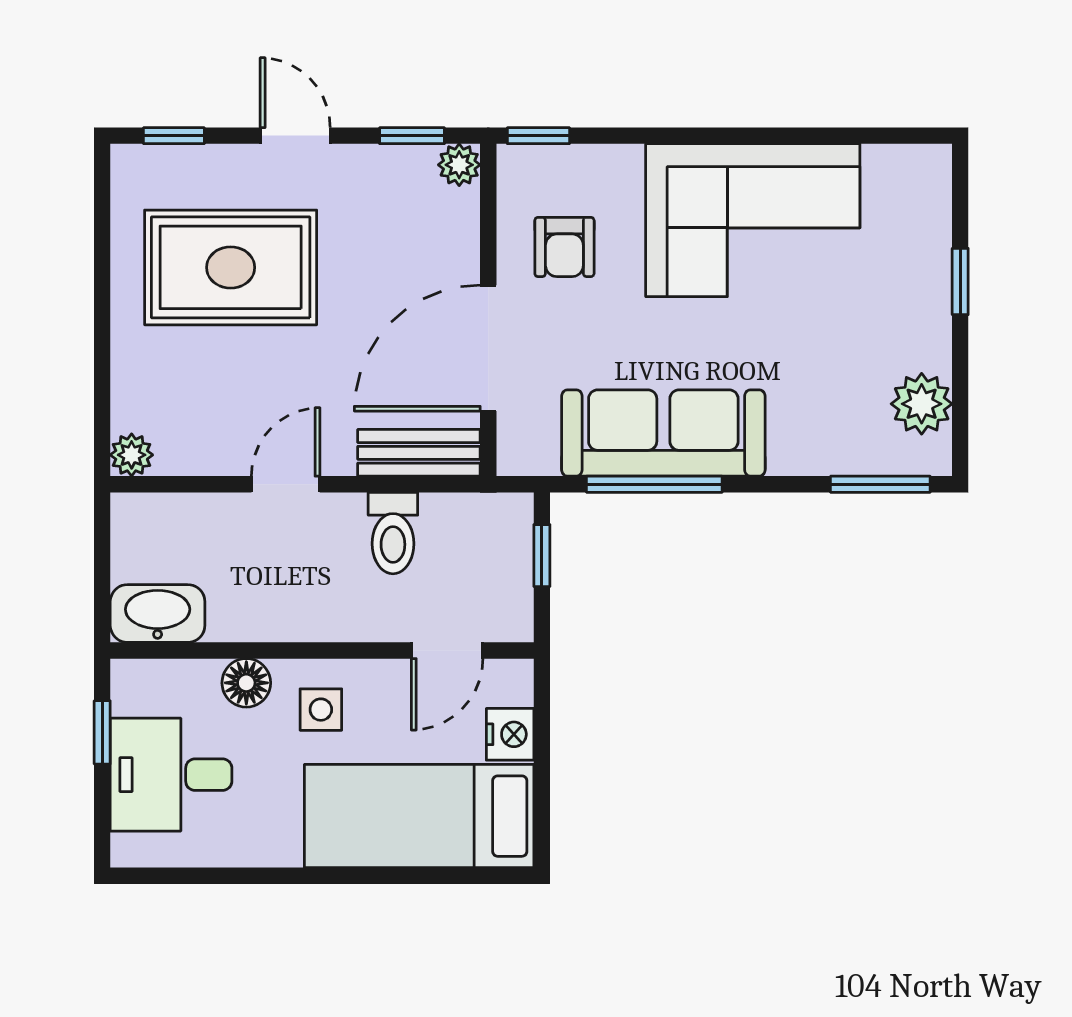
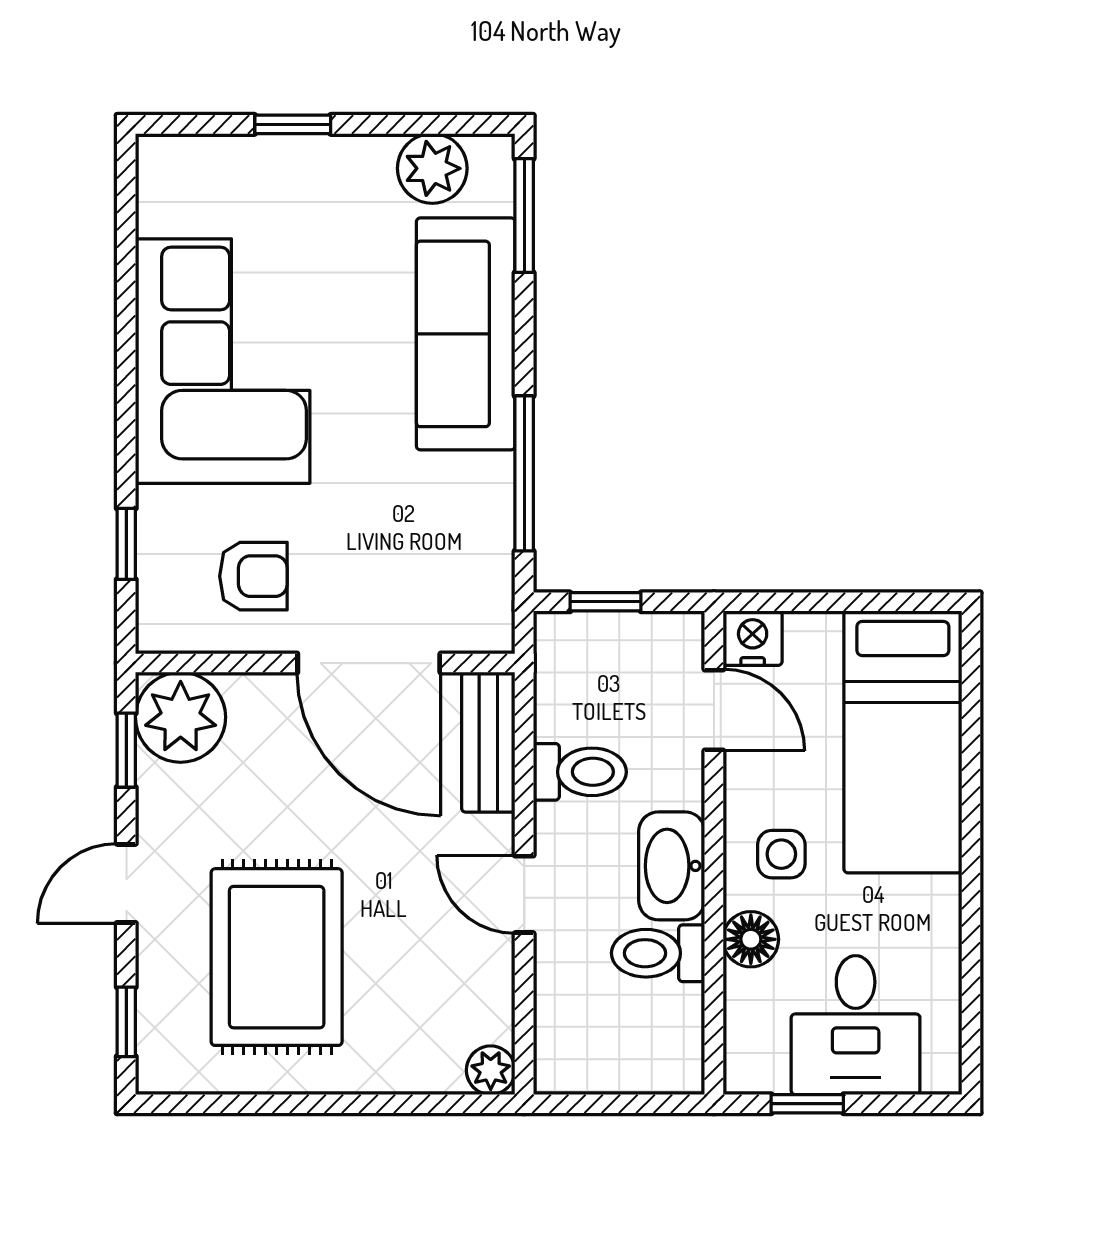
window: (538, 136) -> (126, 544), moved
plant: (459, 165) -> (181, 717), width x1.88, depth x1.88
sofa: (663, 433) -> (466, 334), moved
toilet: (234, 602) -> (658, 953), added
washbasin: (158, 614) -> (672, 866), moved
nightstand: (510, 734) -> (753, 638), moved

